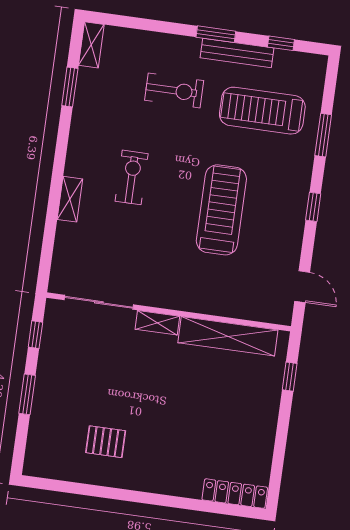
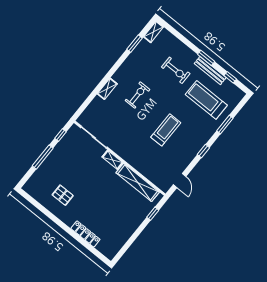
treadmill: (221, 210) -> (166, 130), width x0.73, depth x0.73
window: (27, 394) -> (43, 157), width x1.44
locker: (235, 494) -> (85, 234), moved

